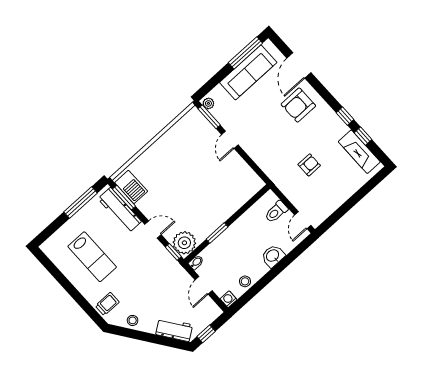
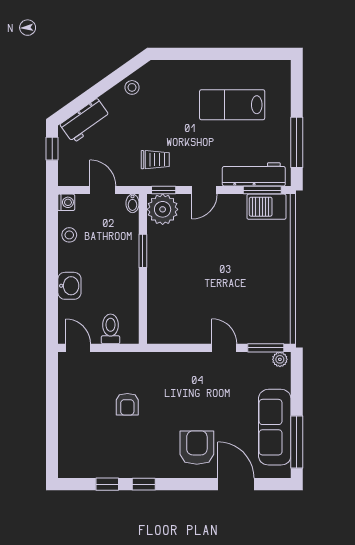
fireplace: (359, 152) -> (95, 466), removed
trolley: (107, 304) -> (155, 160), moved, turned -90

